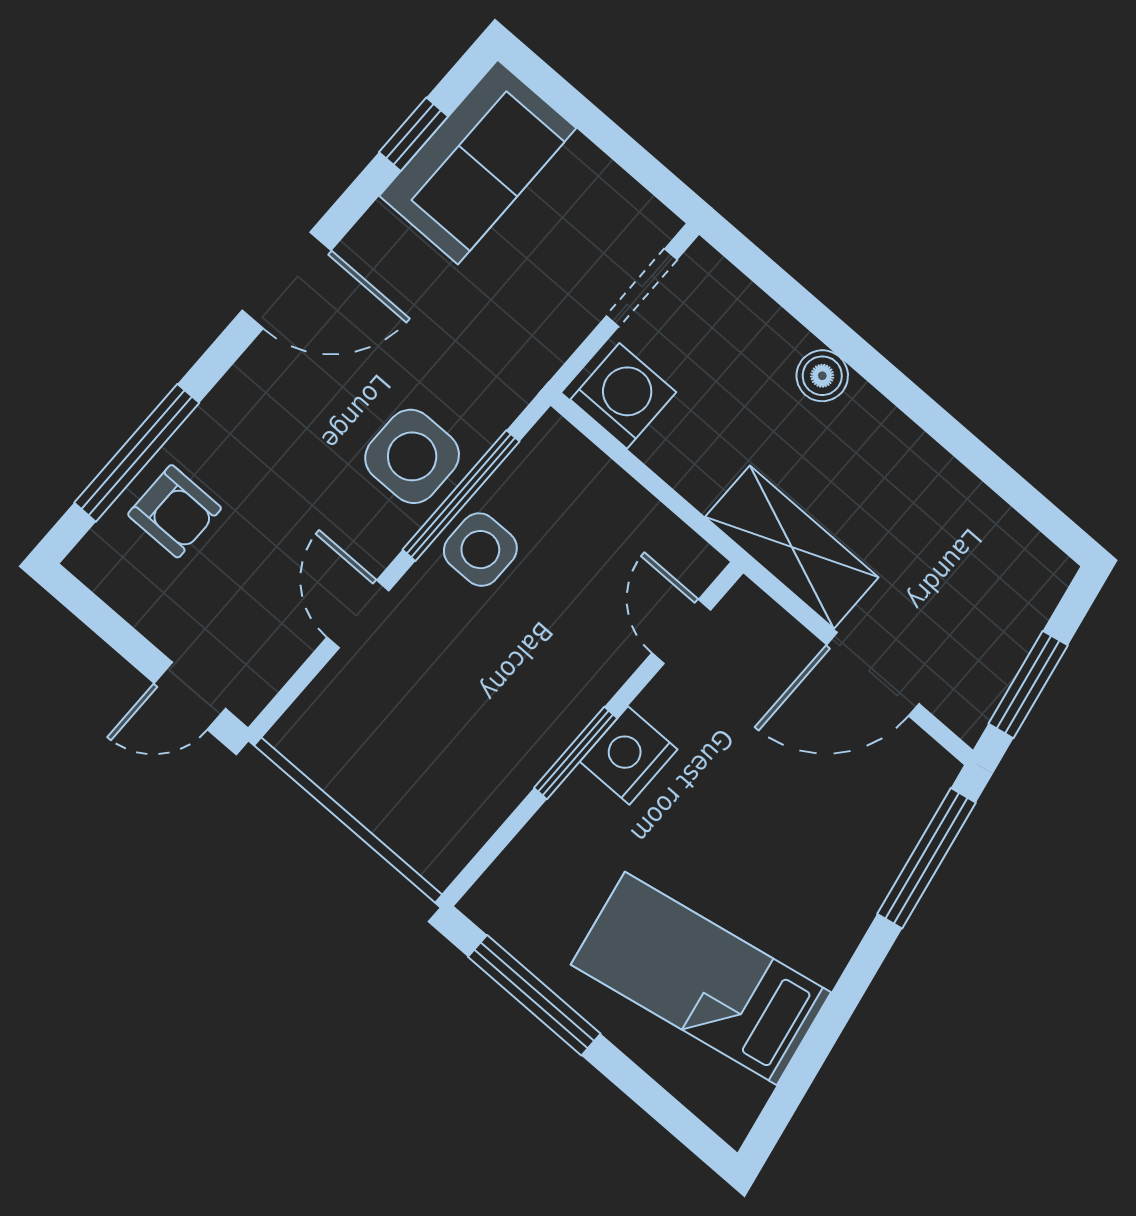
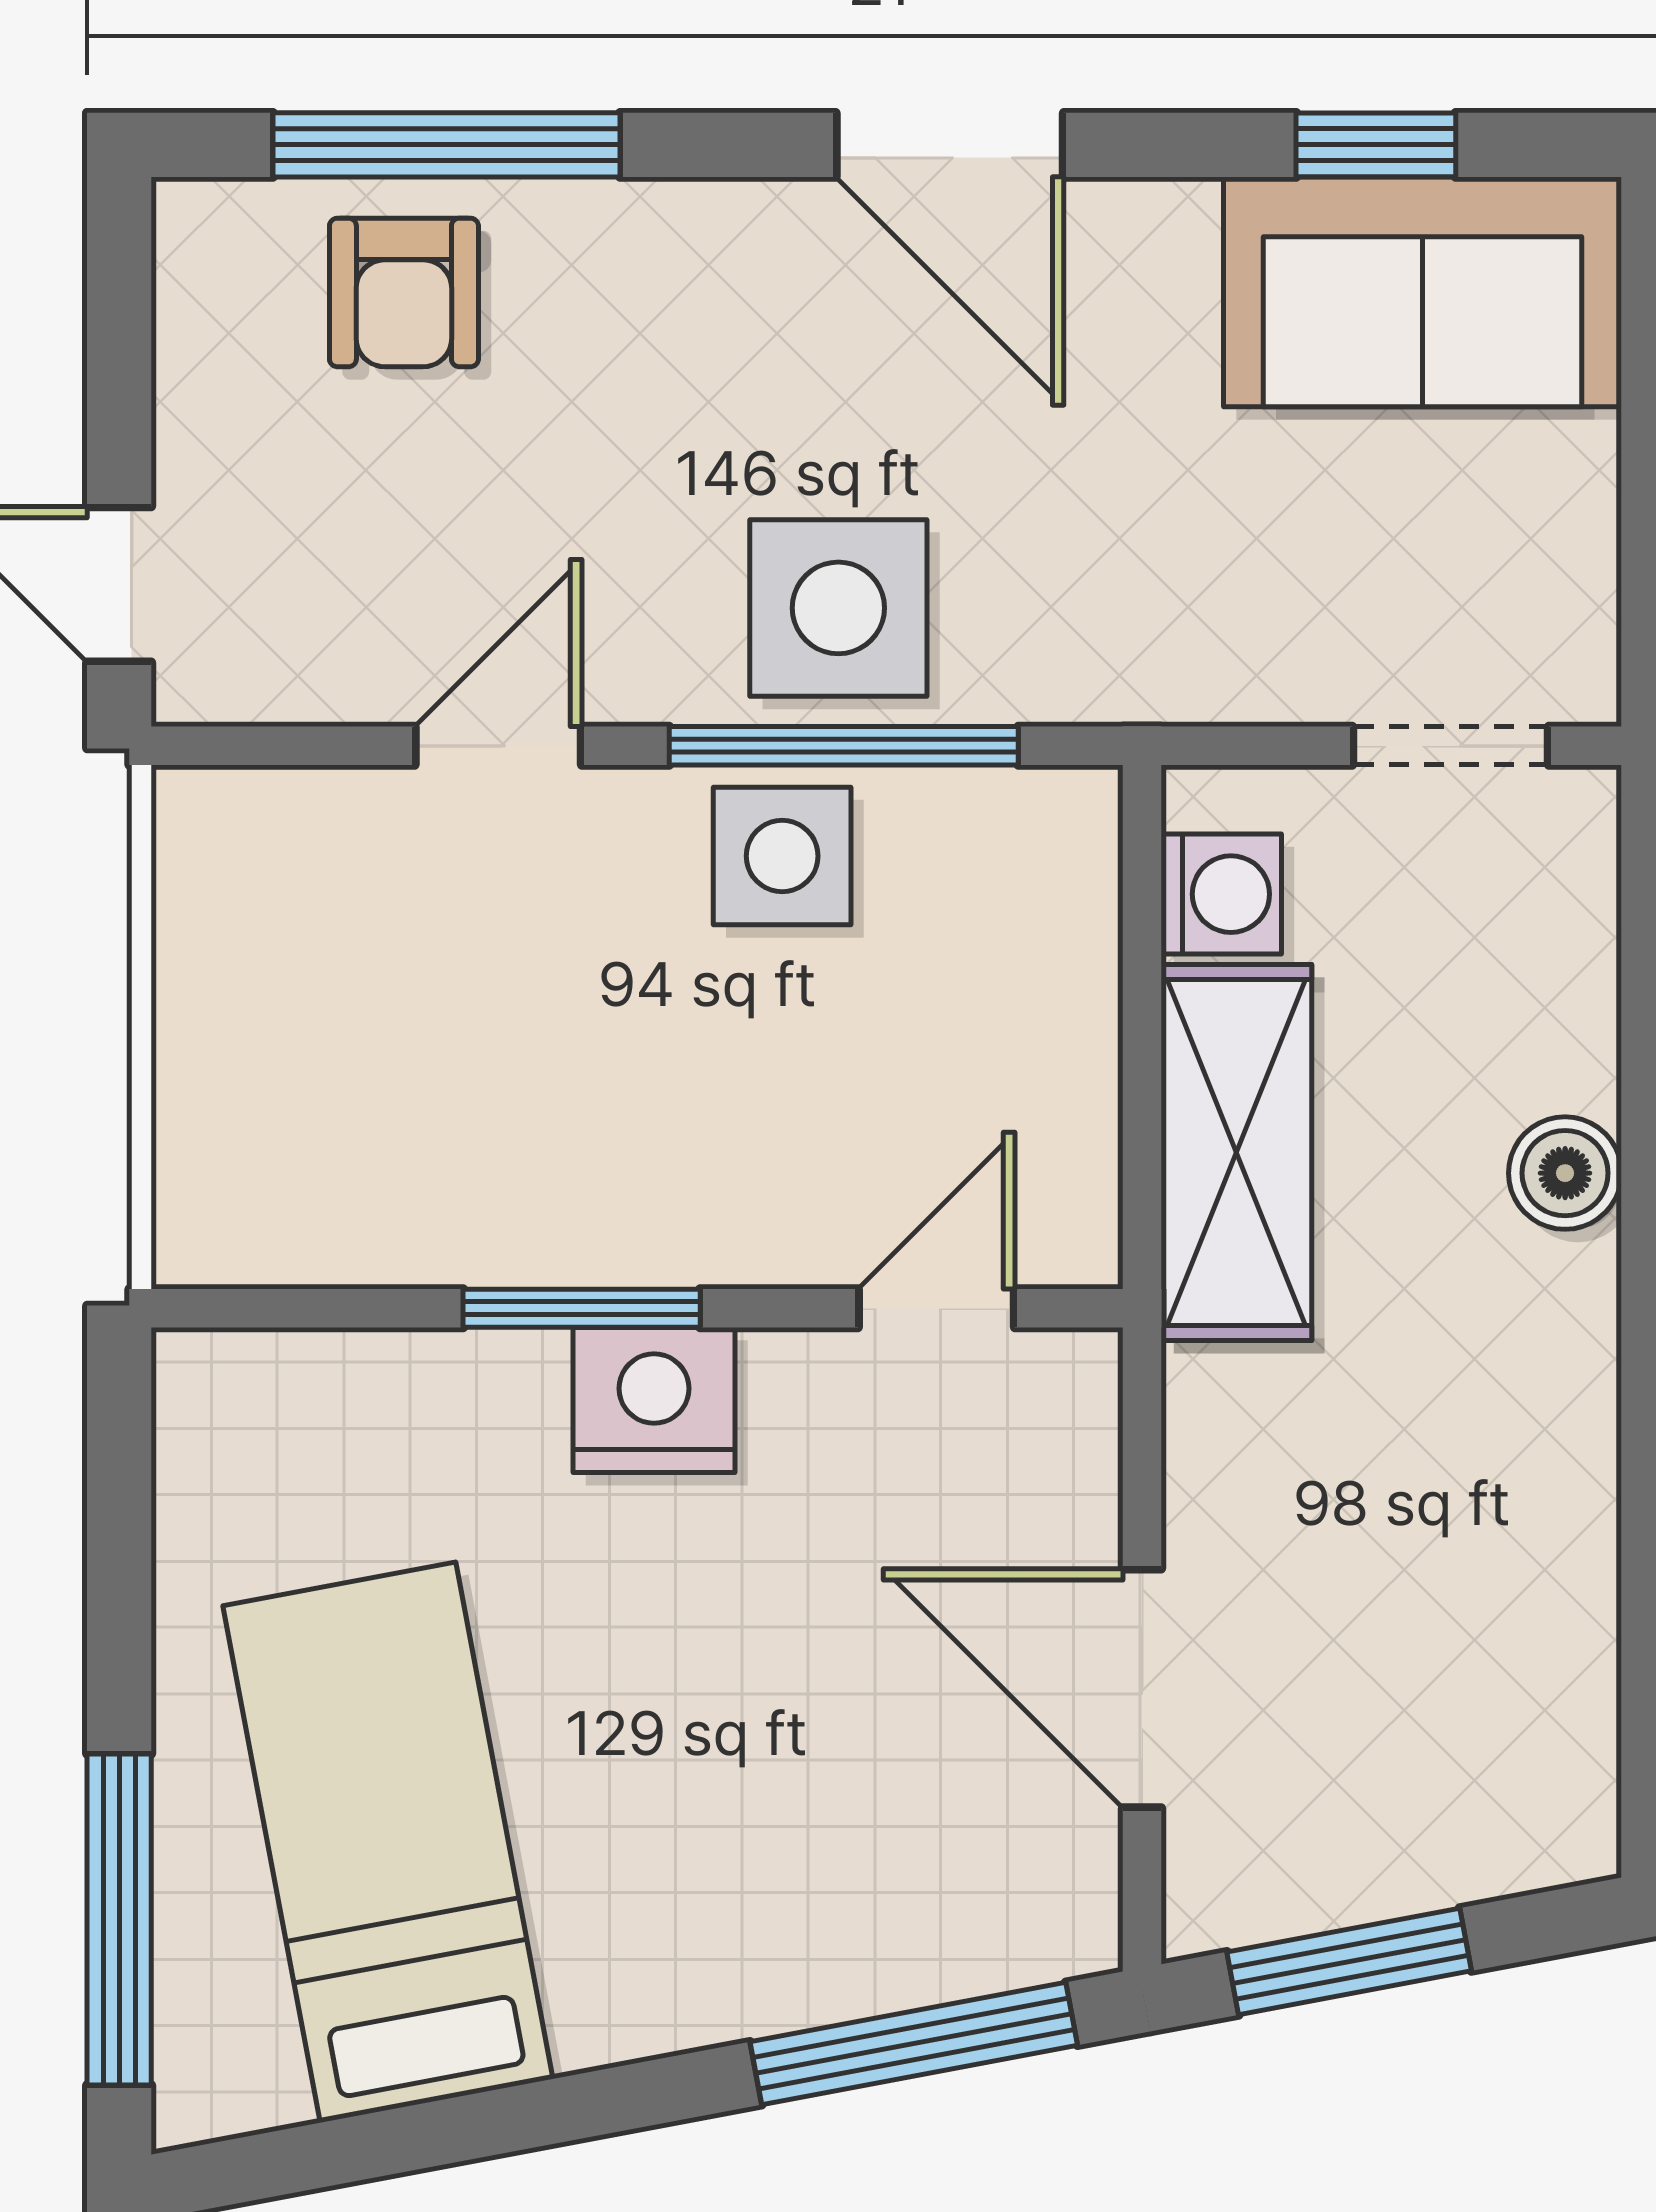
washing machine: (623, 396) -> (1221, 894), width x0.73, depth x0.73
shelving: (792, 547) -> (1236, 1152), moved
window: (534, 995) -> (119, 1919), moved

